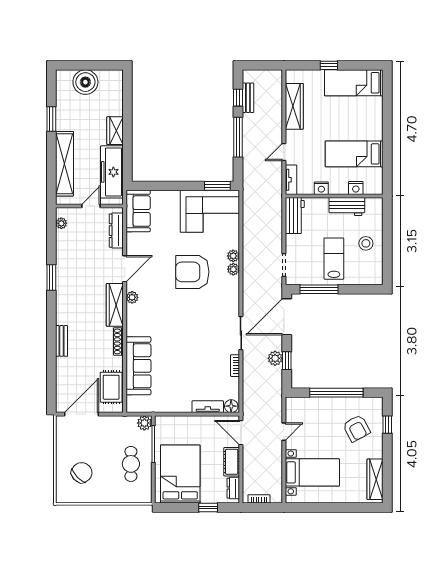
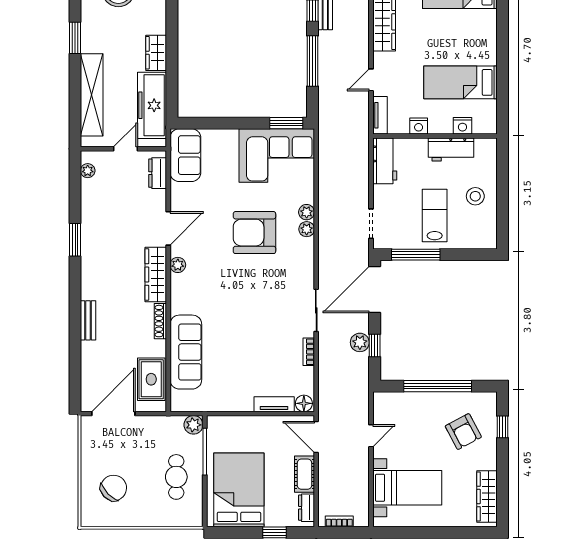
dresser: (116, 231) -> (158, 173), width x0.70

